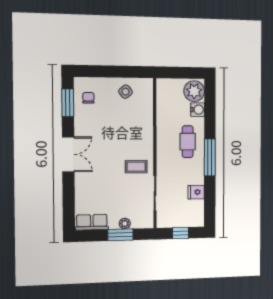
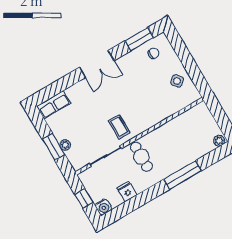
plant: (194, 91) -> (219, 141), width x0.53, depth x0.53
water cooler: (198, 110) -> (103, 207), moved
cafe table: (188, 142) -> (141, 157), moved, turned 90
window: (210, 157) -> (183, 175), moved
row of seats: (92, 222) -> (54, 105), moved, turned 90

